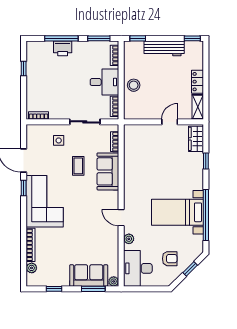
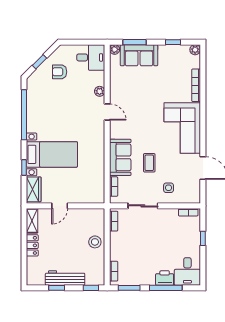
window: (192, 38) -> (57, 288), moved
window: (24, 69) -> (203, 238), moved
desk: (104, 82) -> (187, 271), moved, turned -90
window: (24, 188) -> (203, 141), removed
bed with nightstands: (177, 212) -> (52, 154), moved
plant: (32, 268) -> (195, 50), moved
desk: (138, 268) -> (91, 57), width x0.73

